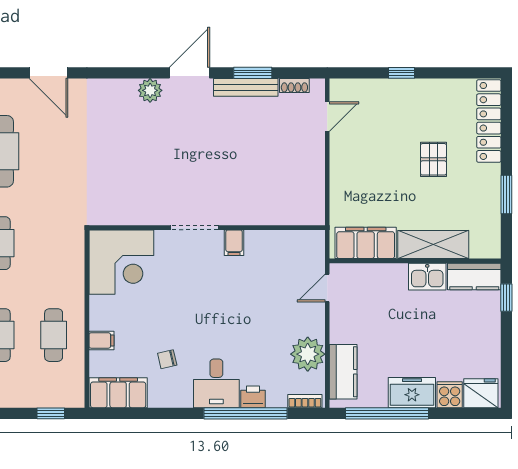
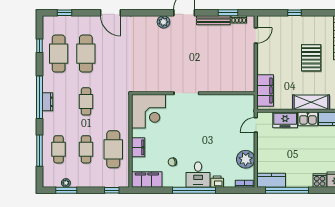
window: (253, 73) -> (228, 13), moved
pallet: (433, 159) -> (311, 58), width x1.50, depth x1.42
filing cabinet: (234, 243) -> (207, 101), removed
filing cabinet: (366, 243) -> (265, 90), moved, turned 90
cafe table: (54, 335) -> (113, 149), width x1.37, depth x1.35
filing cabinet: (102, 340) -> (138, 147), width x2.00
kitchen counter: (343, 372) -> (271, 180), moved, turned -90
freezer: (412, 393) -> (285, 120), moved, turned 180
window: (245, 413) -> (194, 190), moved

